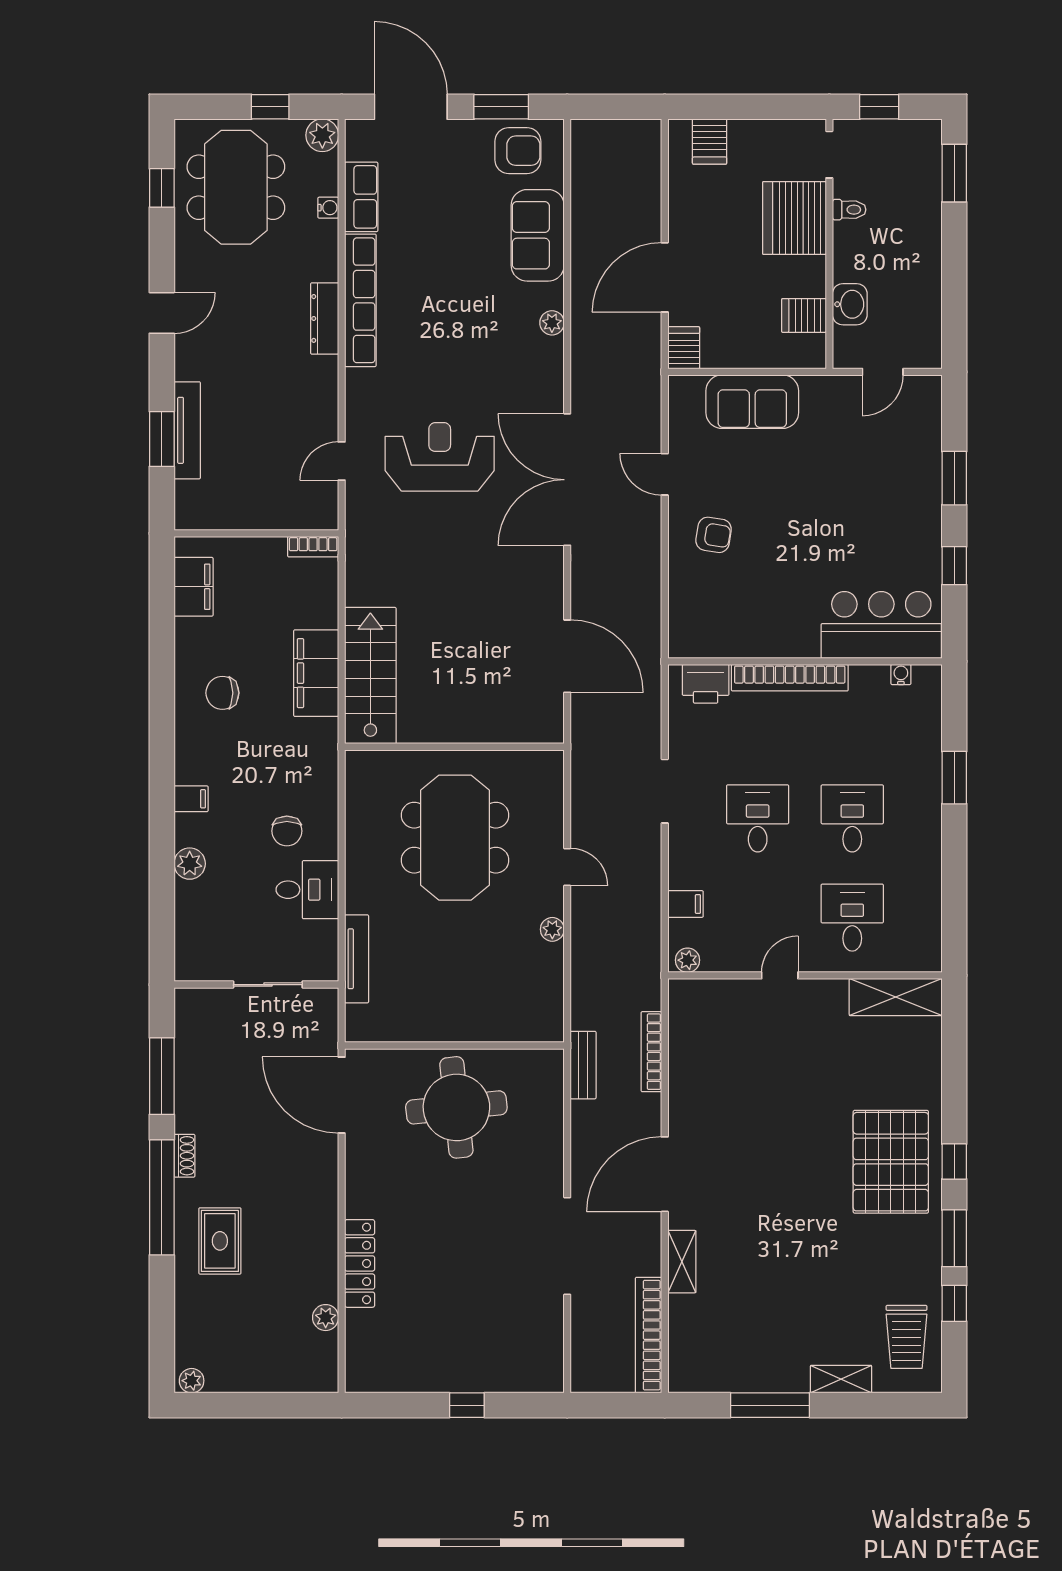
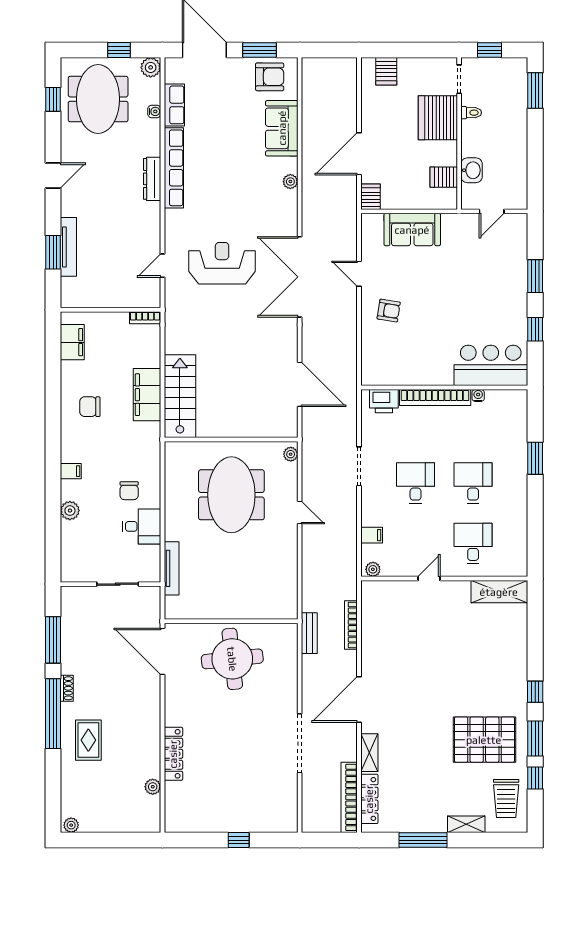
water cooler: (901, 675) -> (478, 396), moved
plant: (552, 929) -> (291, 454), moved
pallet: (891, 1162) -> (484, 740), moved, turned 90
locker: (682, 1338) -> (369, 799), added

